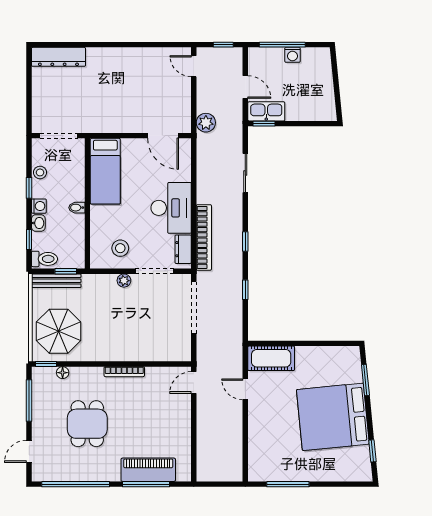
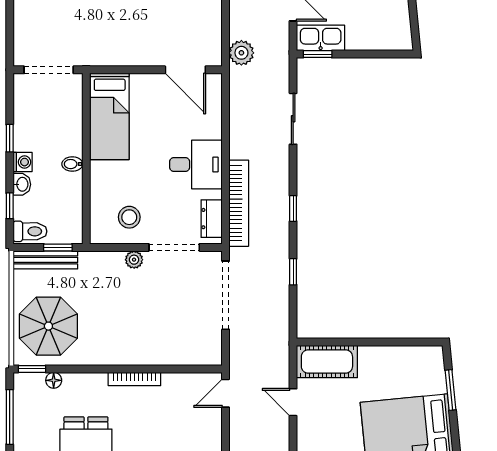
stool: (40, 172) -> (24, 118), removed
desk: (171, 208) -> (196, 164), width x0.73

